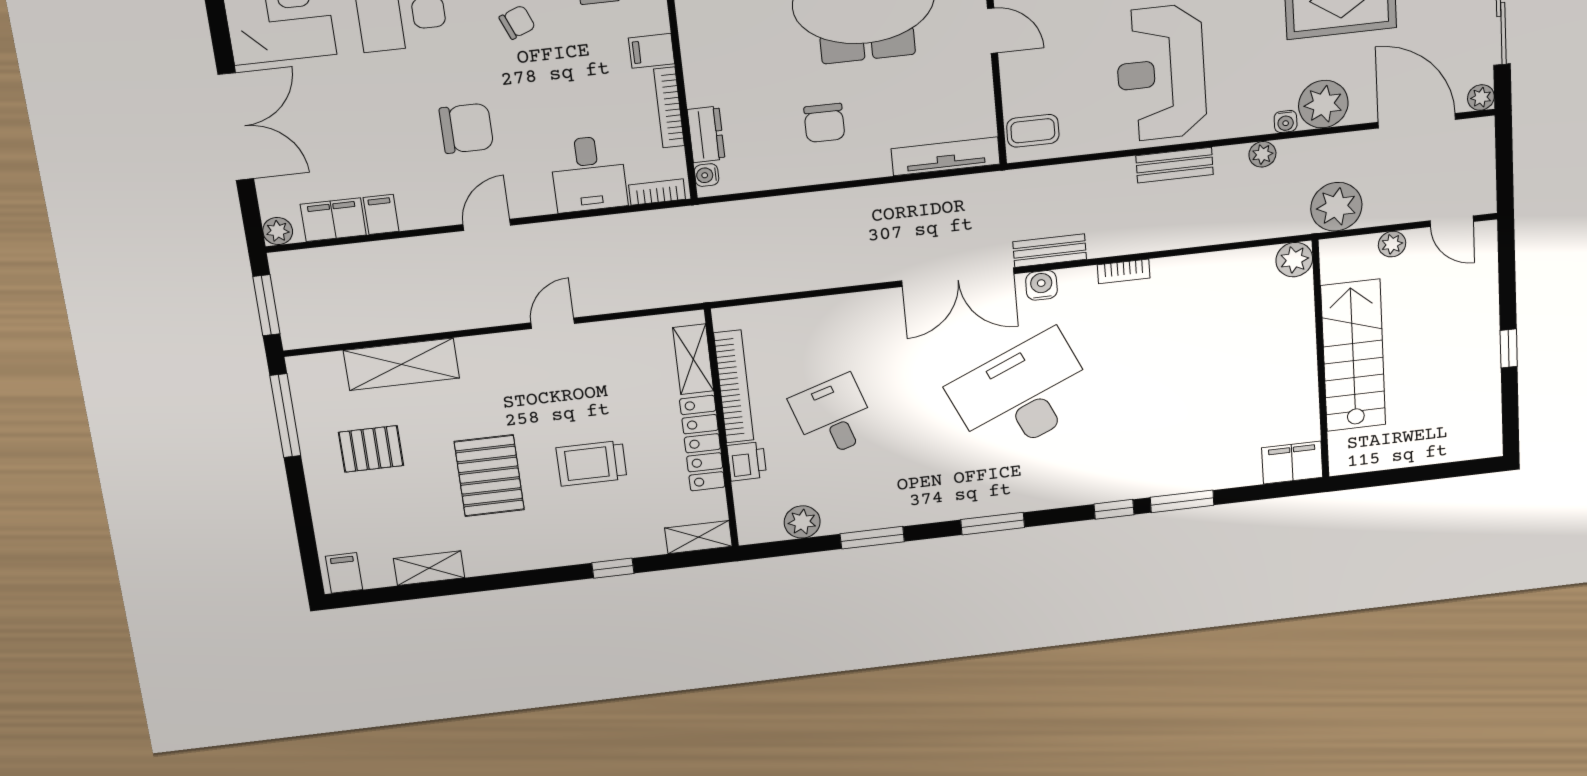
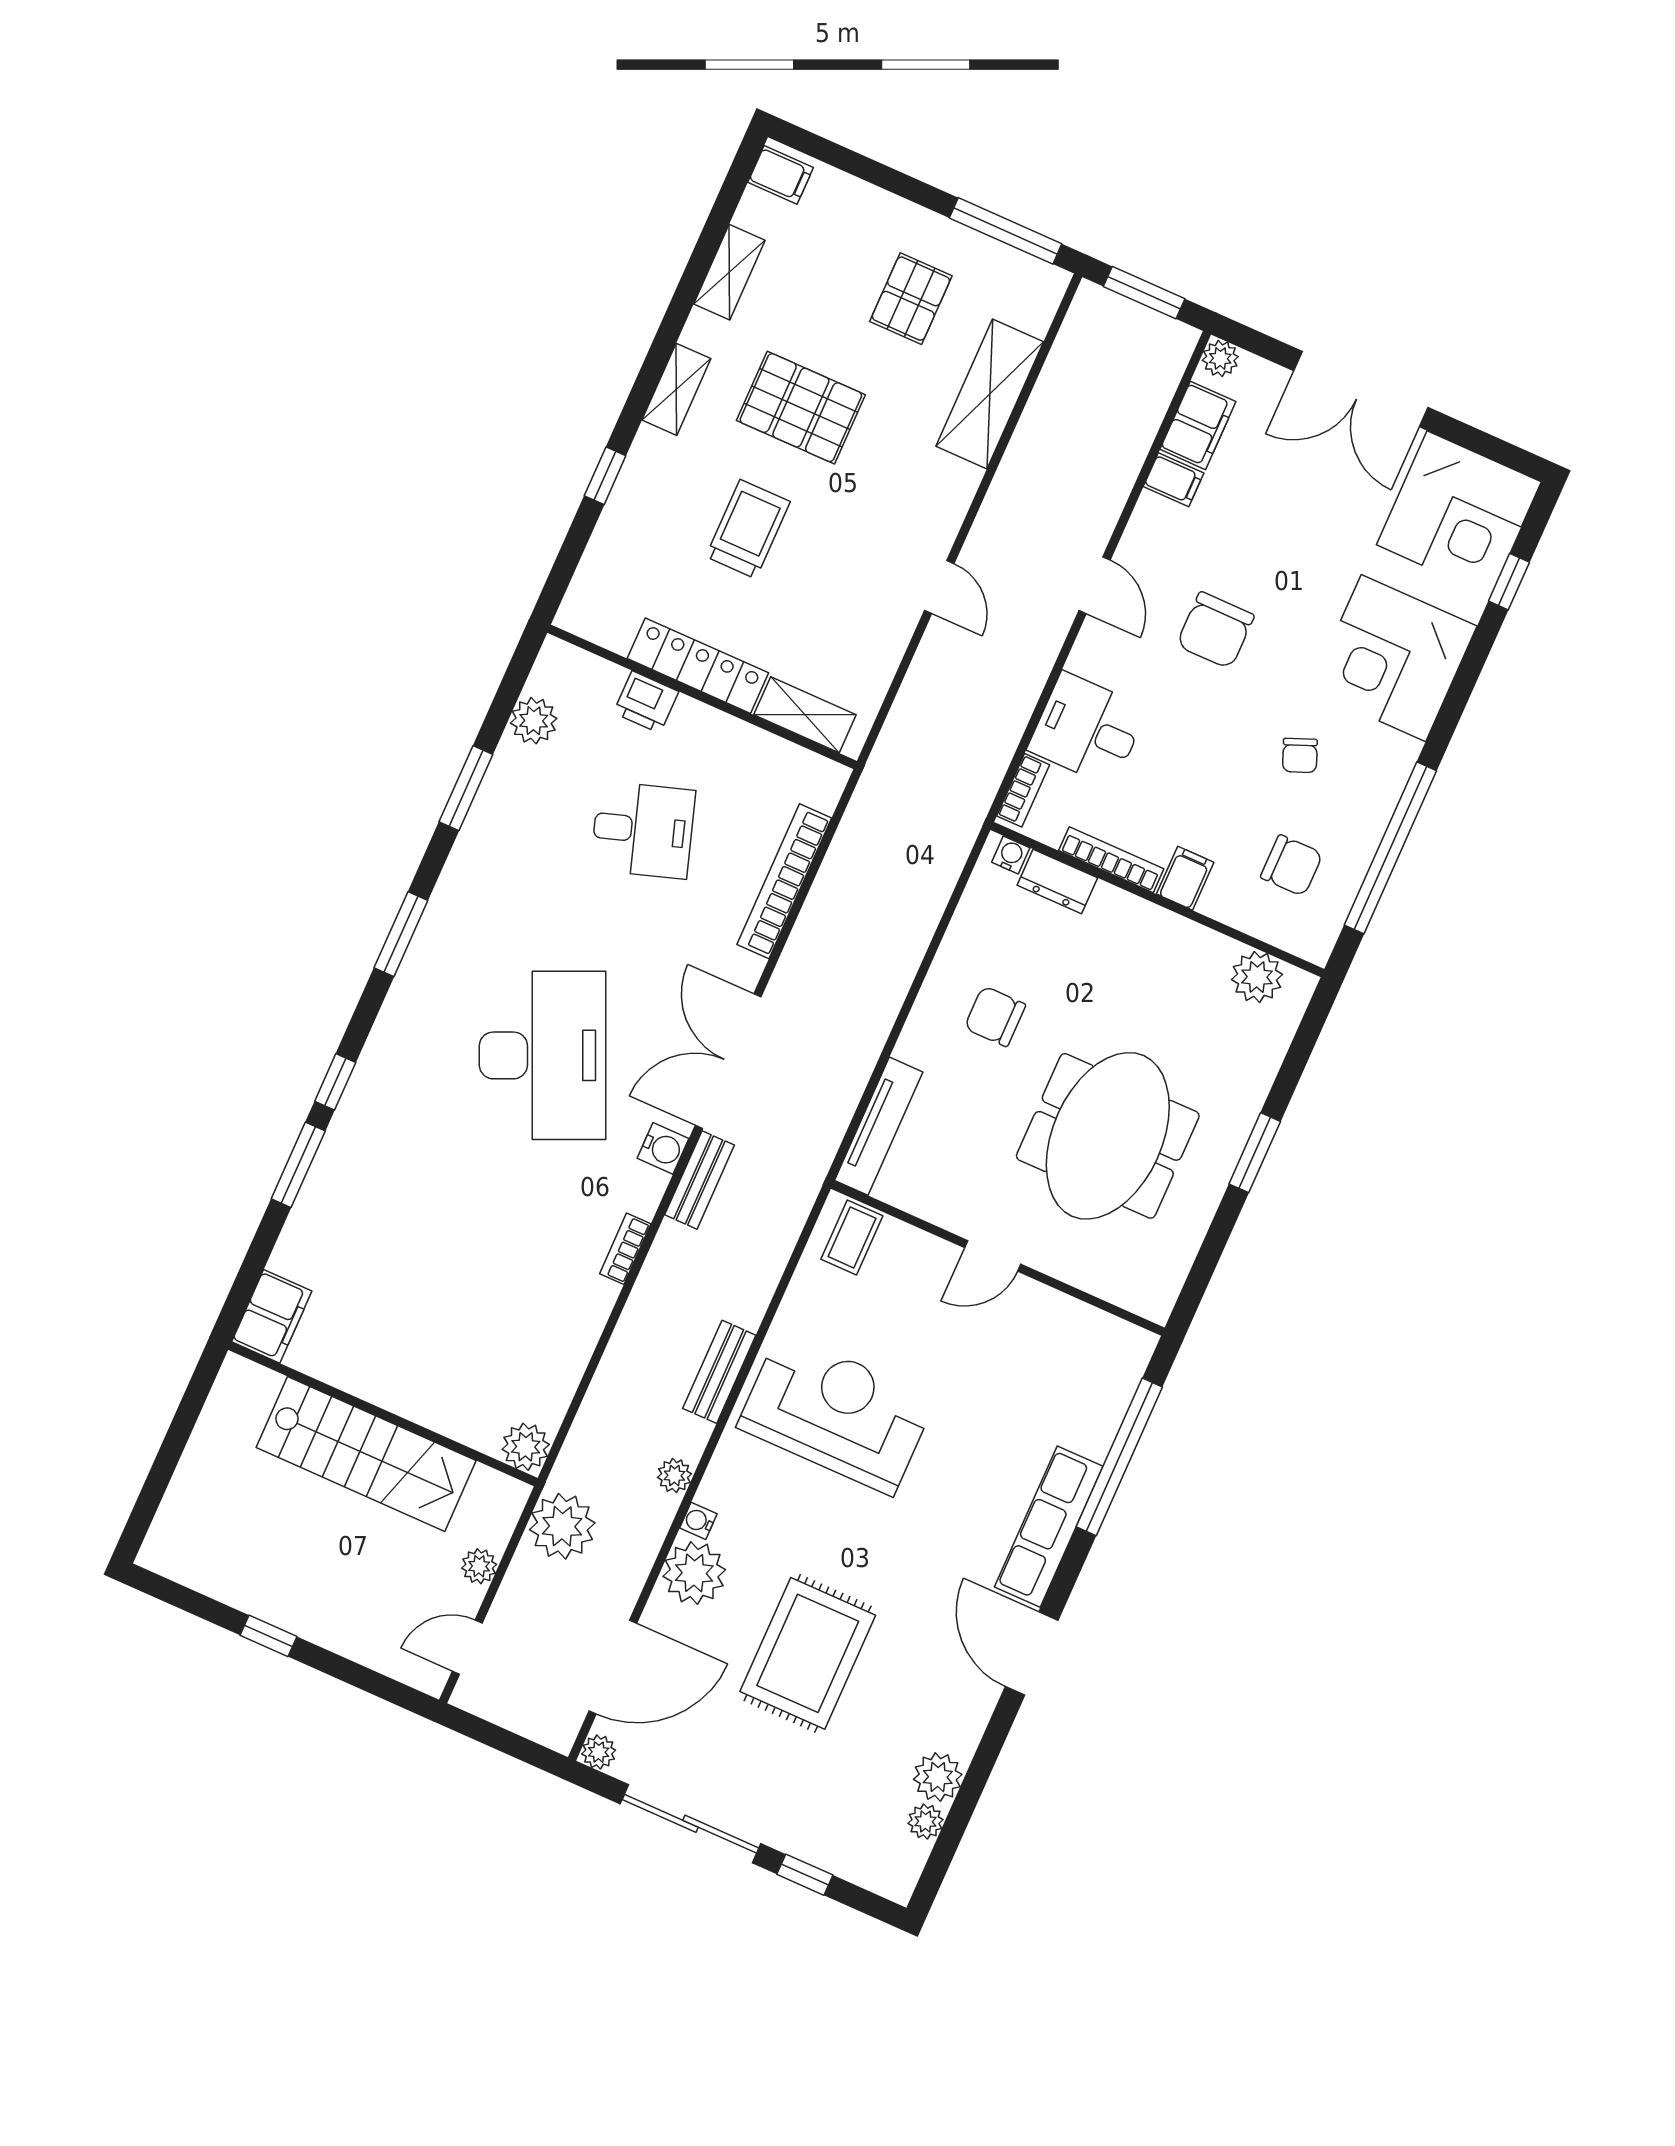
bookcase: (734, 387) -> (784, 881), moved, turned 90
shelving: (698, 537) -> (676, 389), moved

